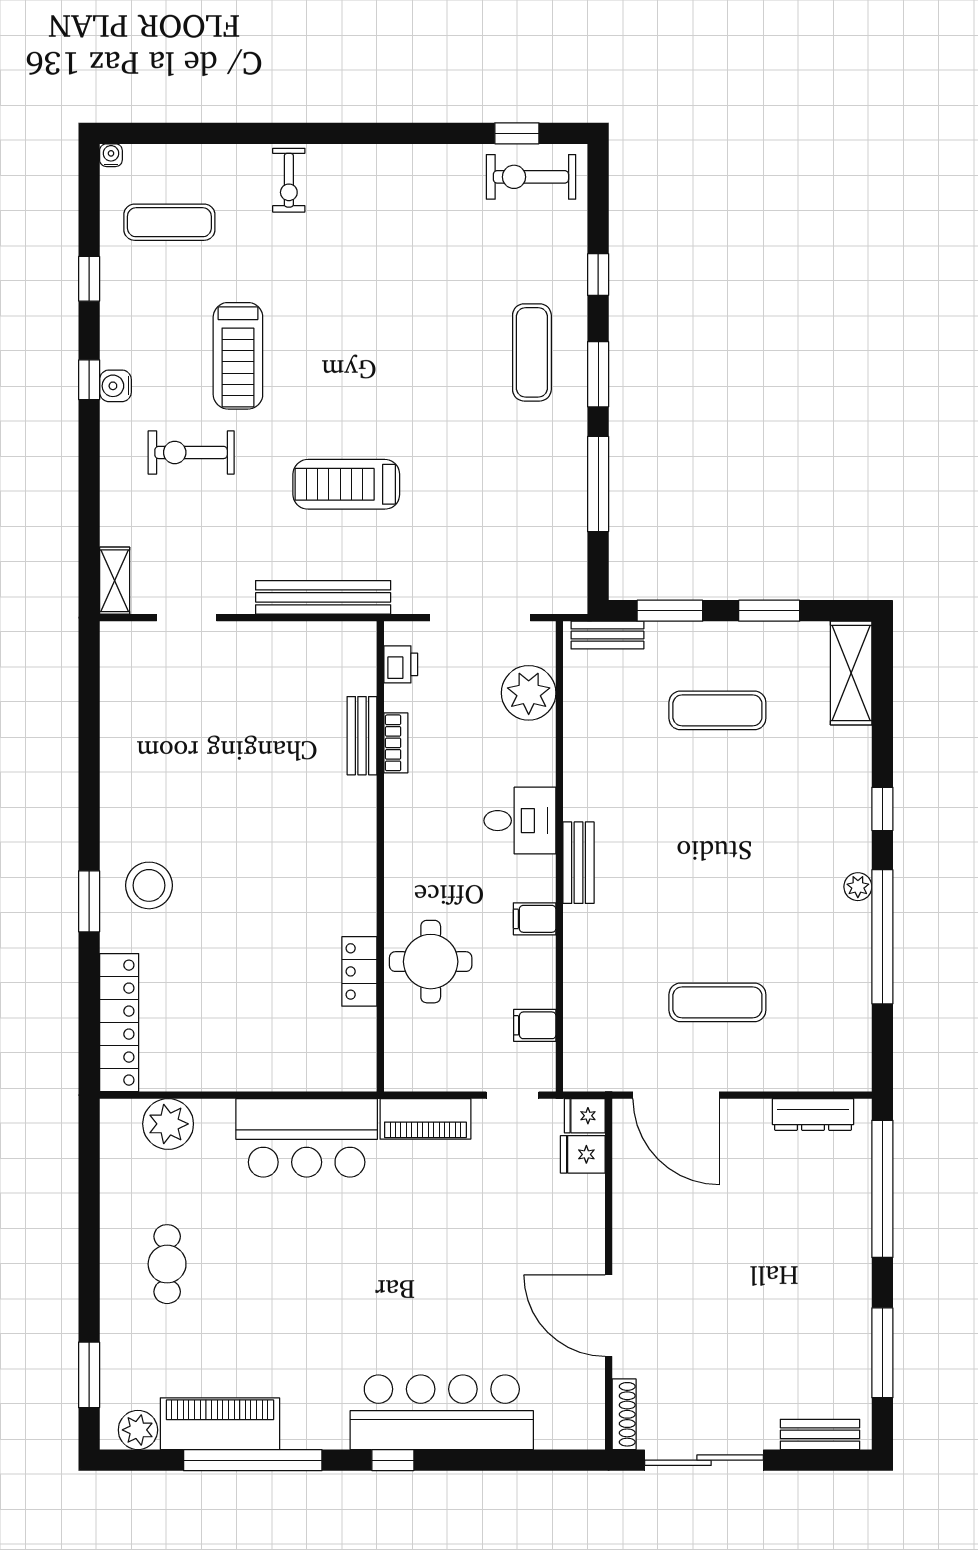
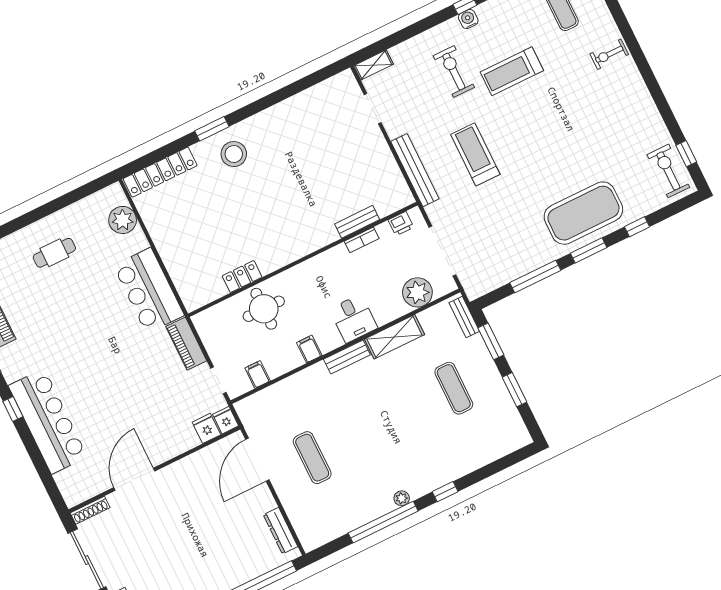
exercise mat: (532, 352) -> (583, 213), width x2.00, depth x1.45
shelving: (851, 673) -> (394, 337), moved

